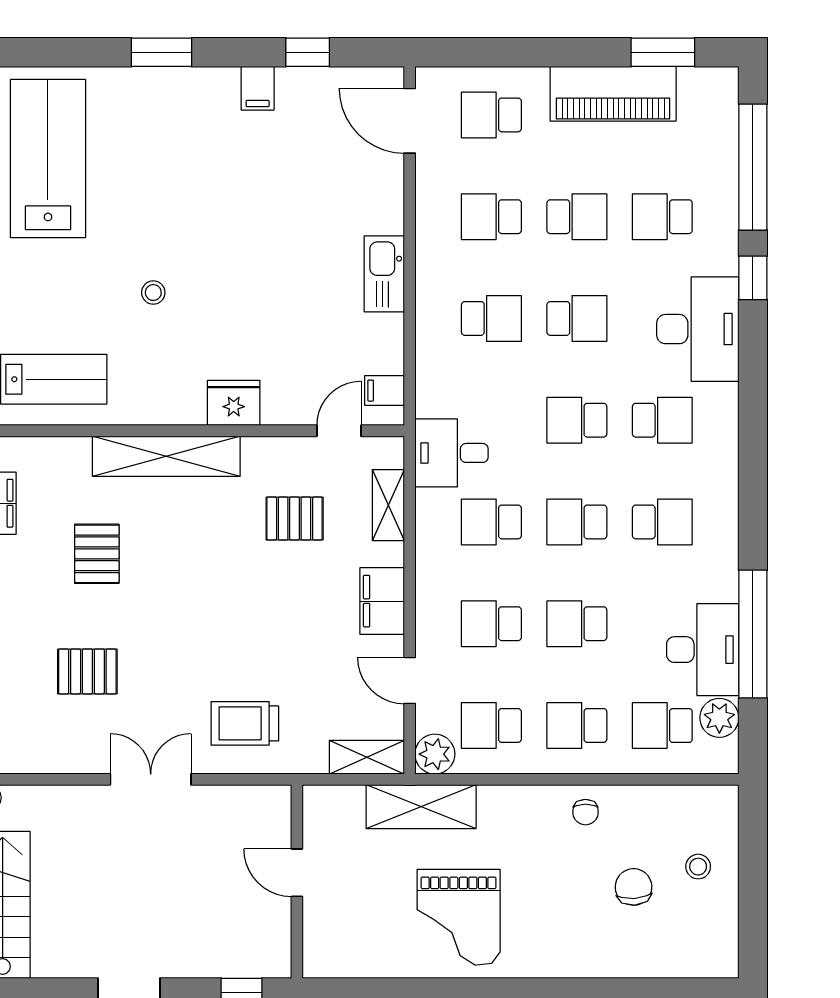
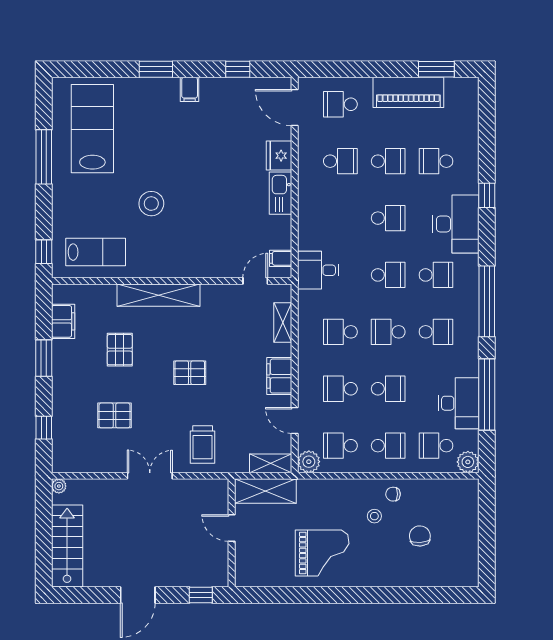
filing cabinet: (258, 88) -> (190, 89), moved
window: (753, 167) -> (487, 301), moved
school desk: (491, 217) -> (340, 161), turned 180
stool: (153, 293) -> (151, 204), width x1.89, depth x1.89
school desk: (491, 318) -> (340, 218), removed
fridge: (234, 403) -> (279, 156), moved, turned -90
school desk: (577, 420) -> (388, 275), turned 180
desk: (452, 453) -> (318, 270), moved
pallet: (295, 519) -> (190, 373), moved
school desk: (577, 624) -> (388, 389), turned 180
plant: (719, 718) -> (468, 462), moved
trolley: (245, 723) -> (203, 444), turned -90
school desk: (577, 725) -> (388, 446), turned 180
shelving: (421, 807) -> (265, 491), moved
chair: (585, 812) -> (393, 494), turned 92
stool: (698, 867) -> (374, 516), moved
grand piano: (459, 917) -> (322, 553), turned -90

